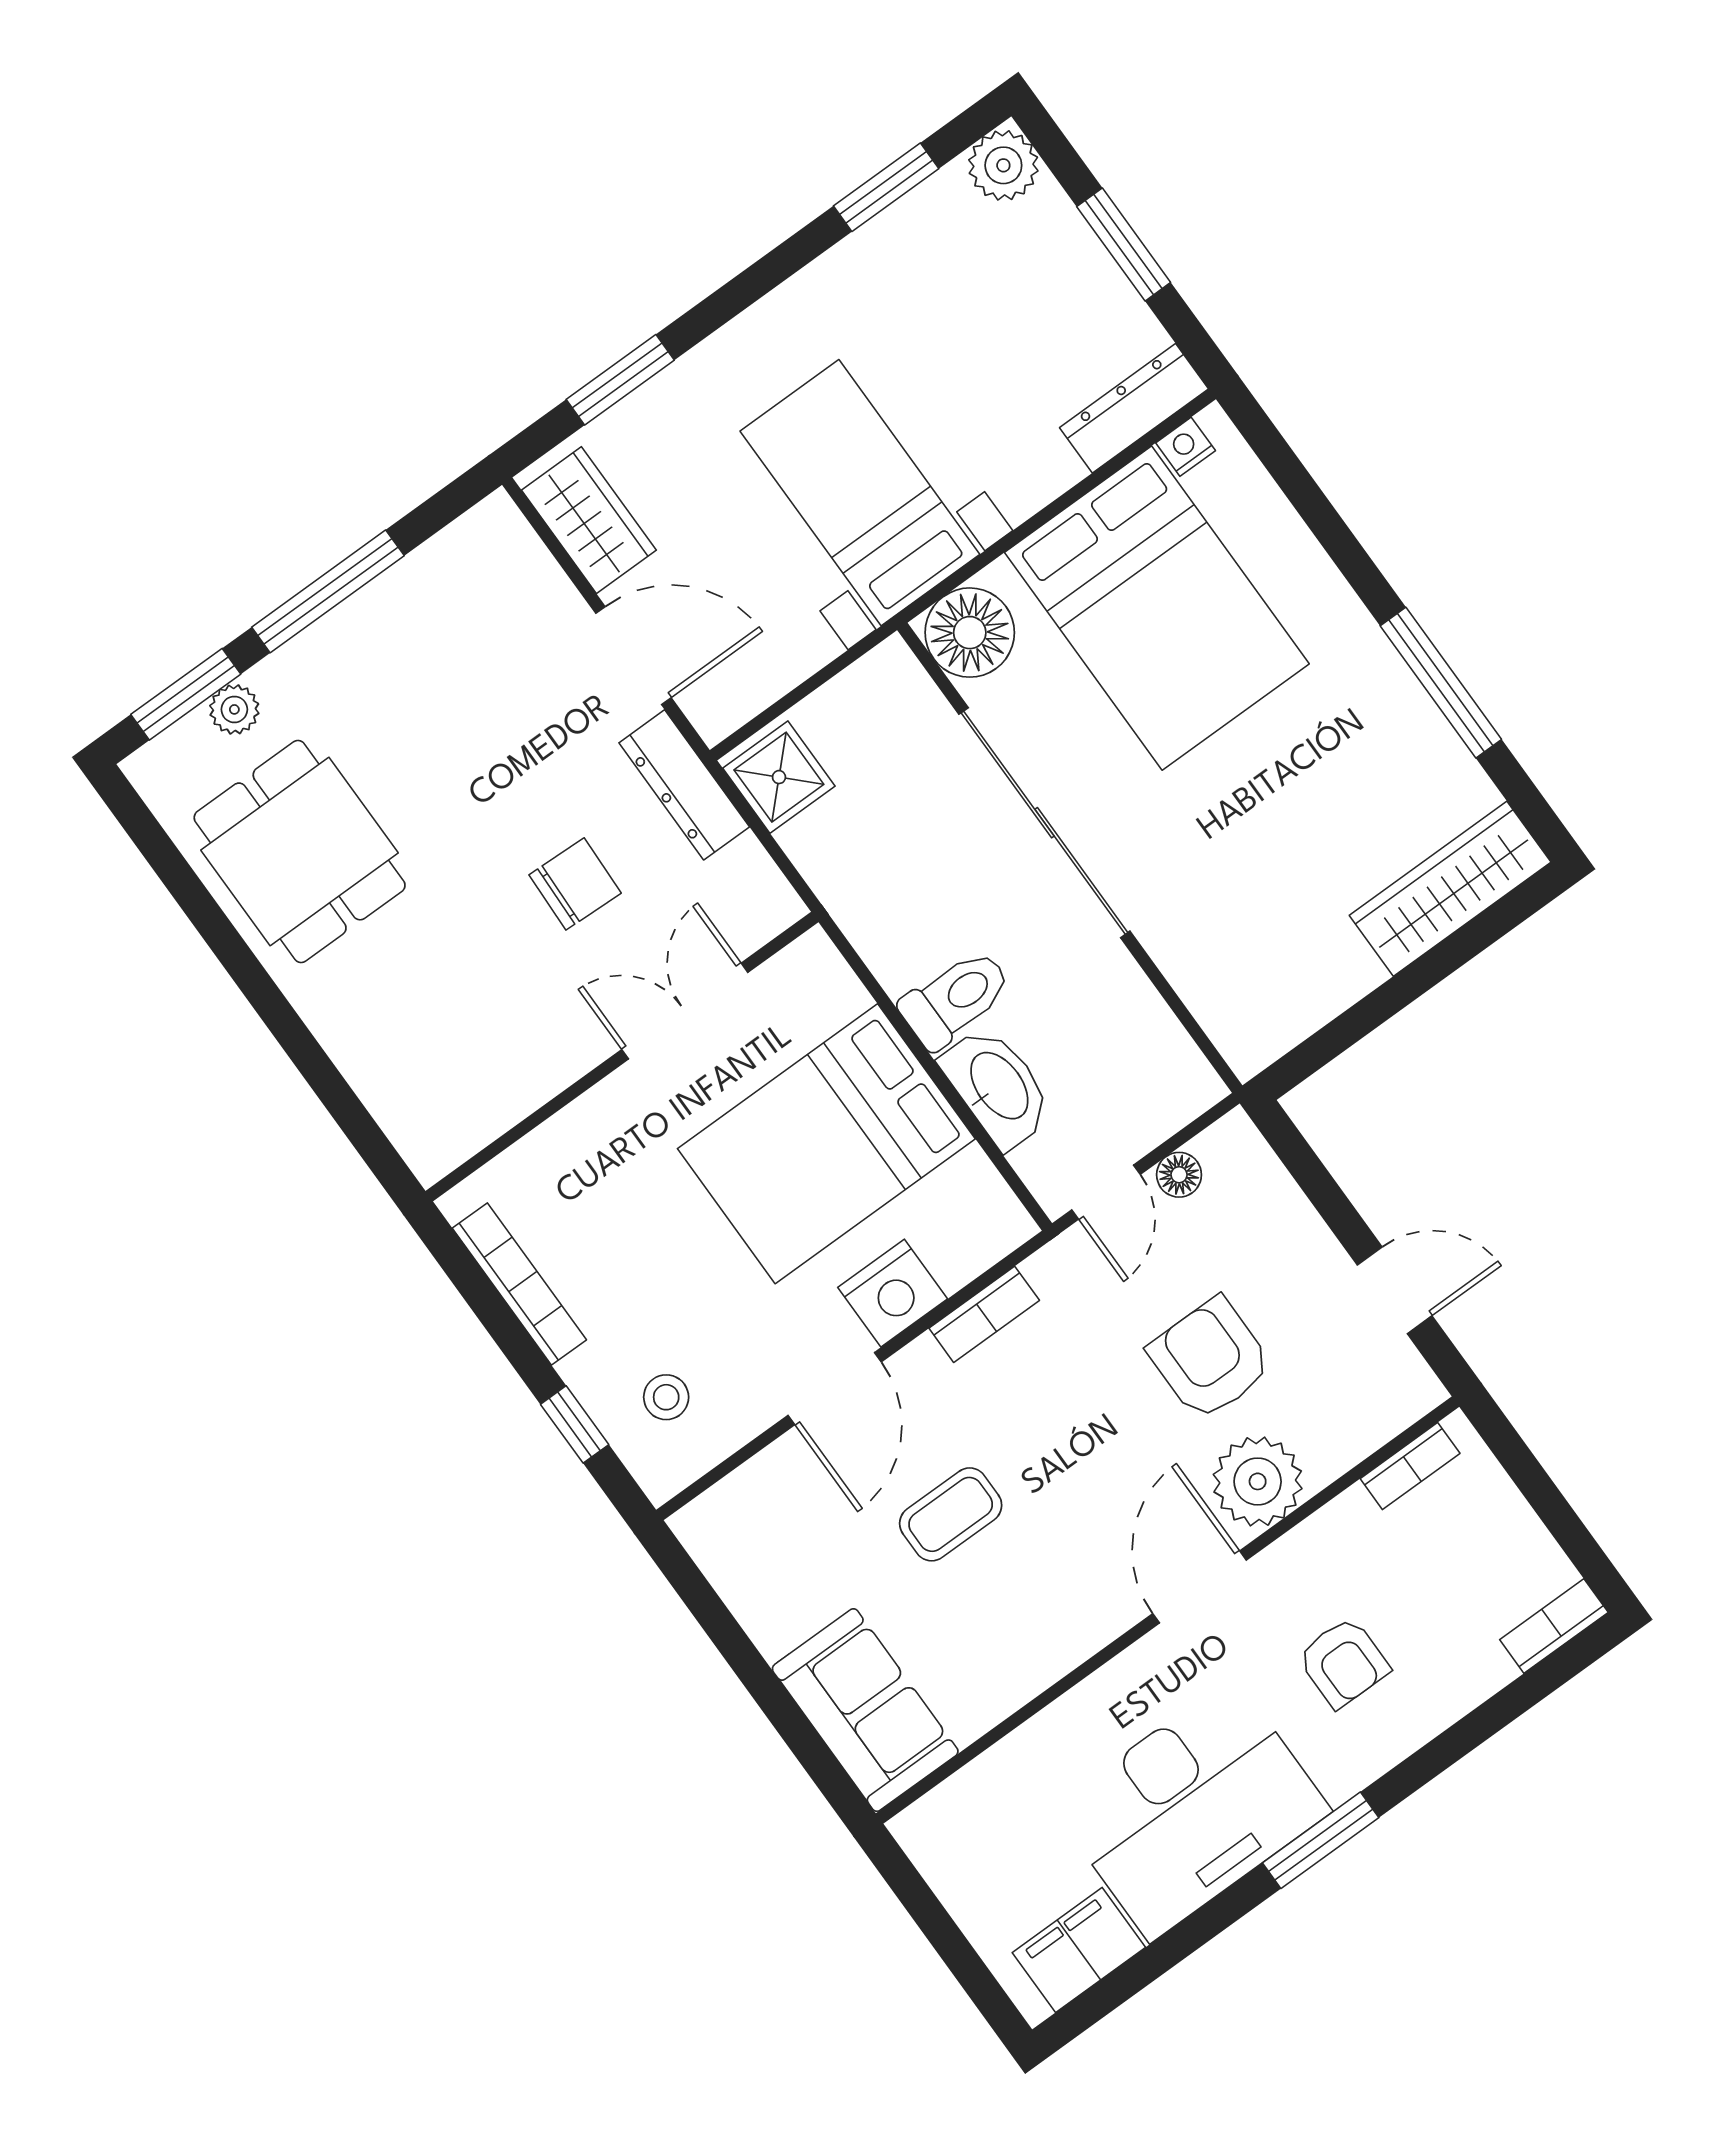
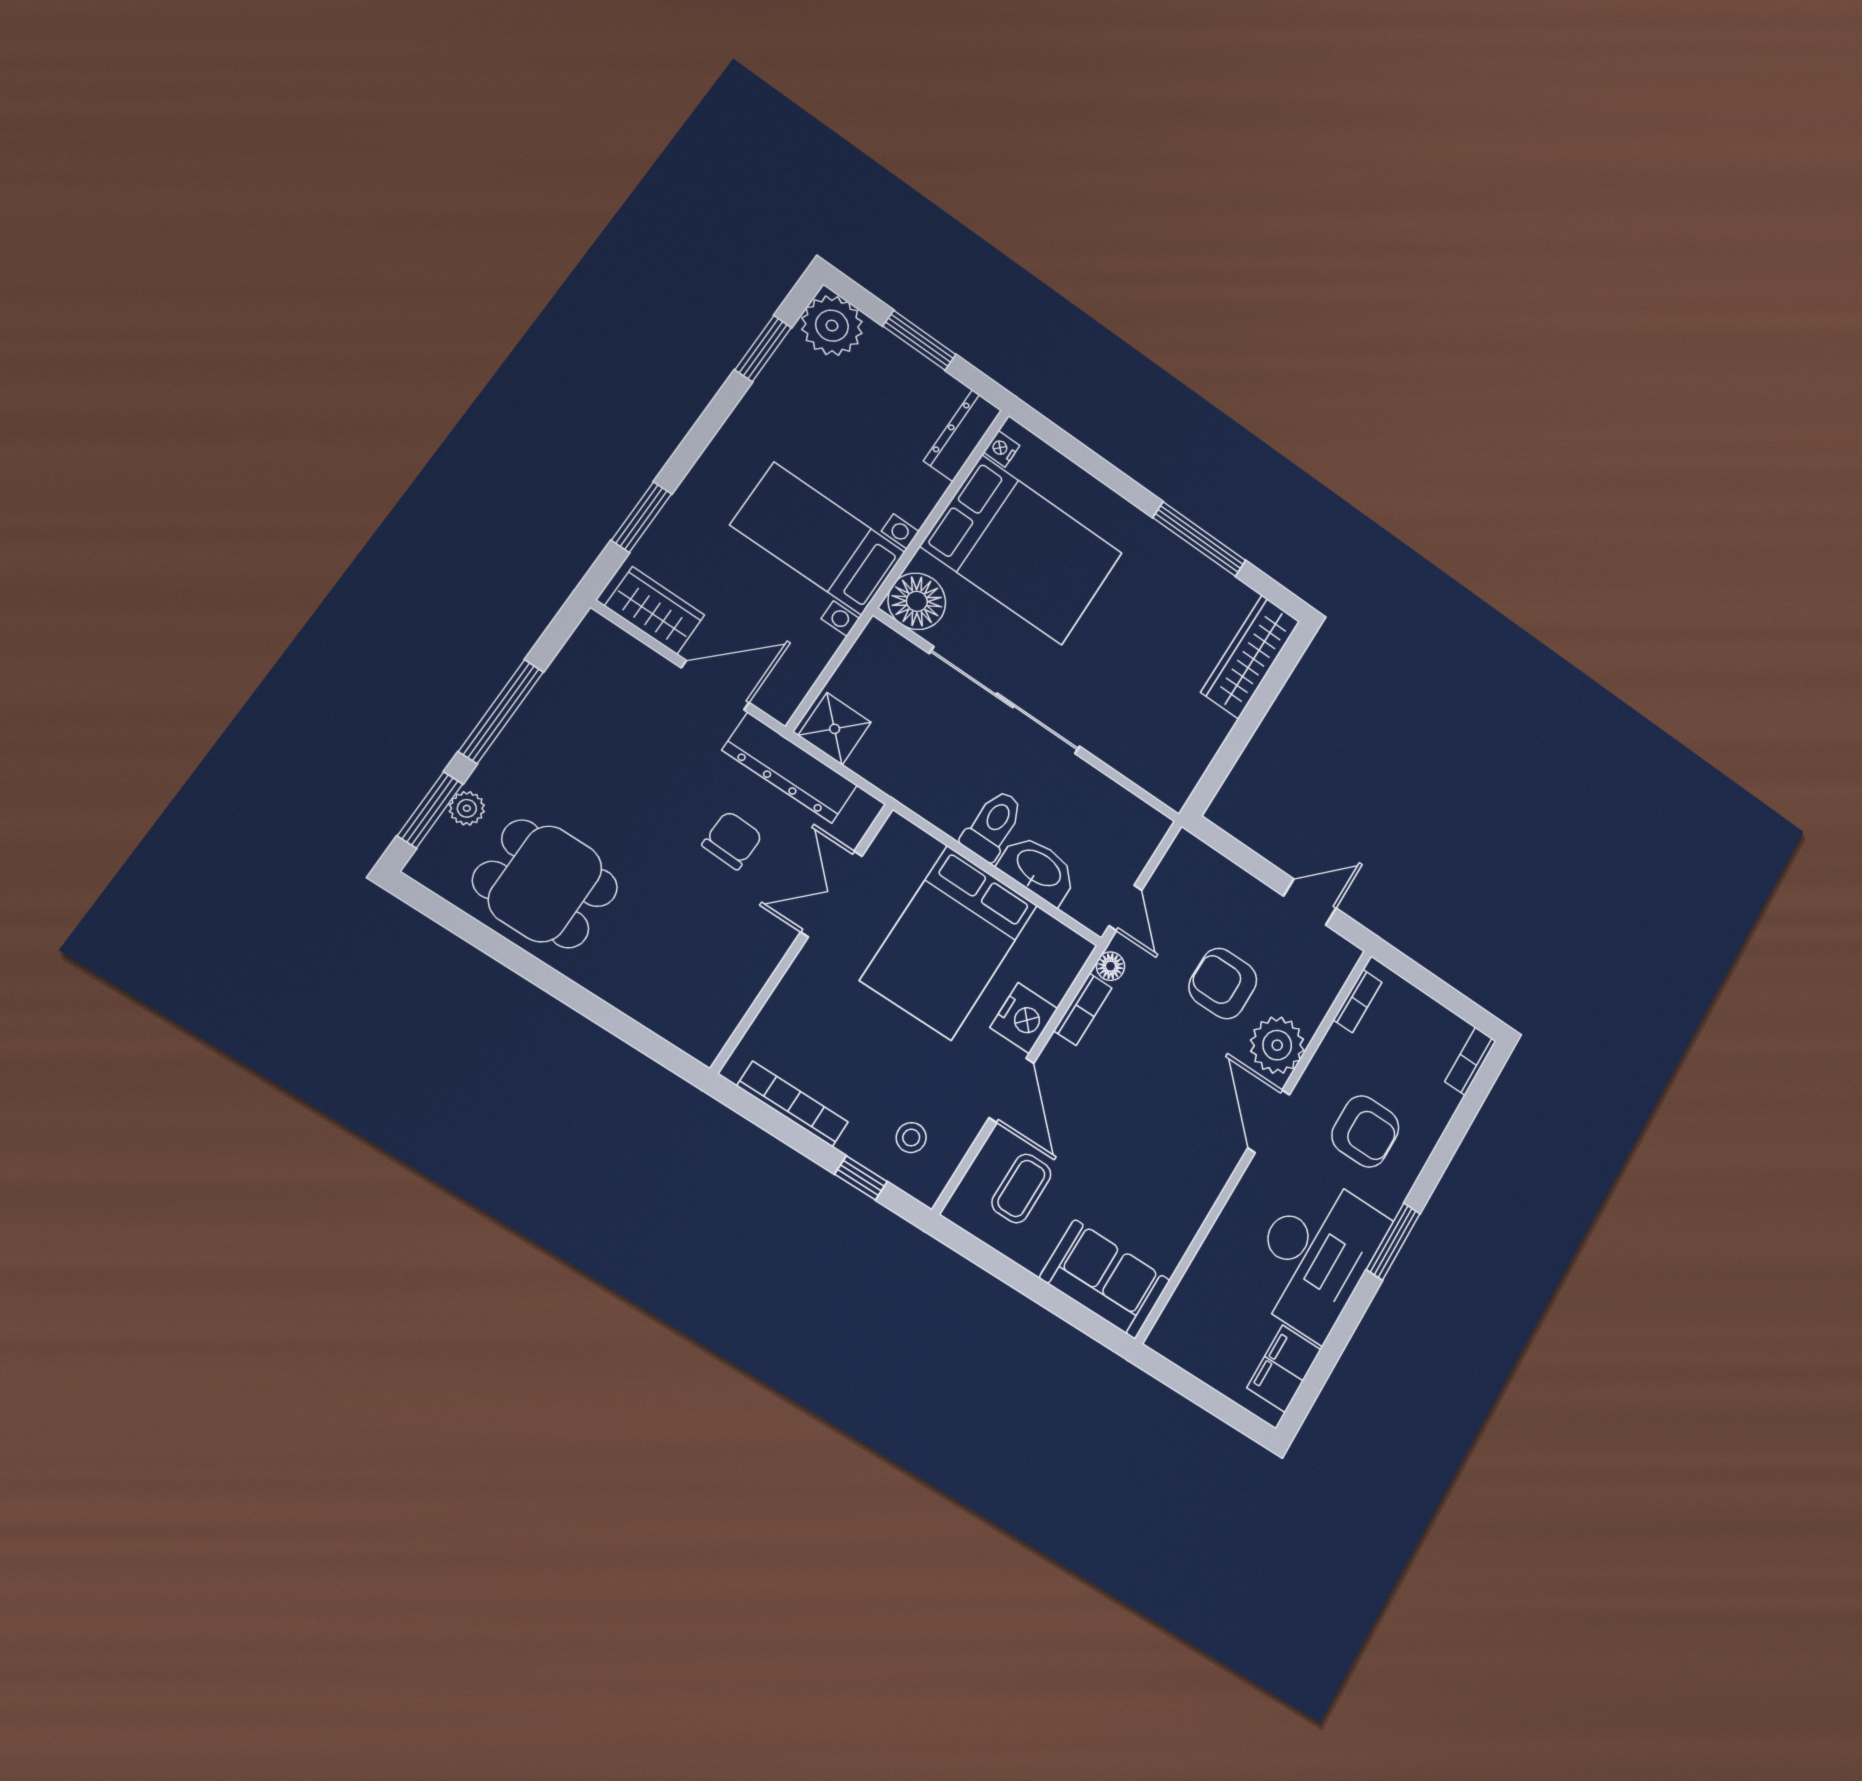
plant: (1003, 165) -> (832, 326), width x1.36, depth x1.36
dresser: (684, 785) -> (790, 768), width x1.37, depth x1.24
floor lamp: (1179, 1175) -> (1110, 966), moved
coffee table: (951, 1514) -> (1021, 1188), moved
armchair: (1343, 1662) -> (1365, 1131), width x1.38, depth x1.38

